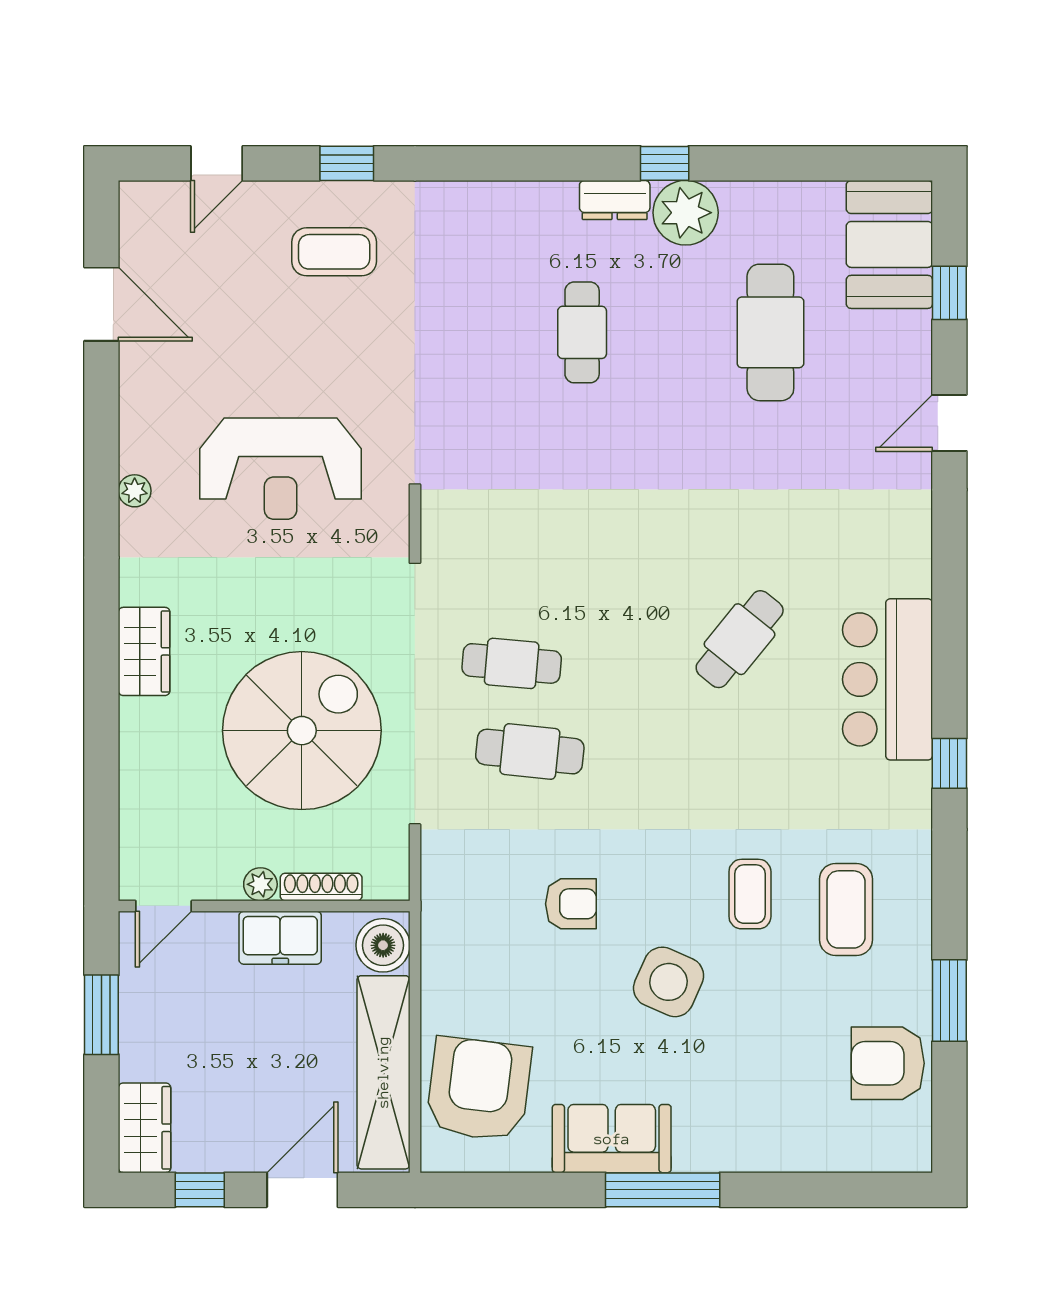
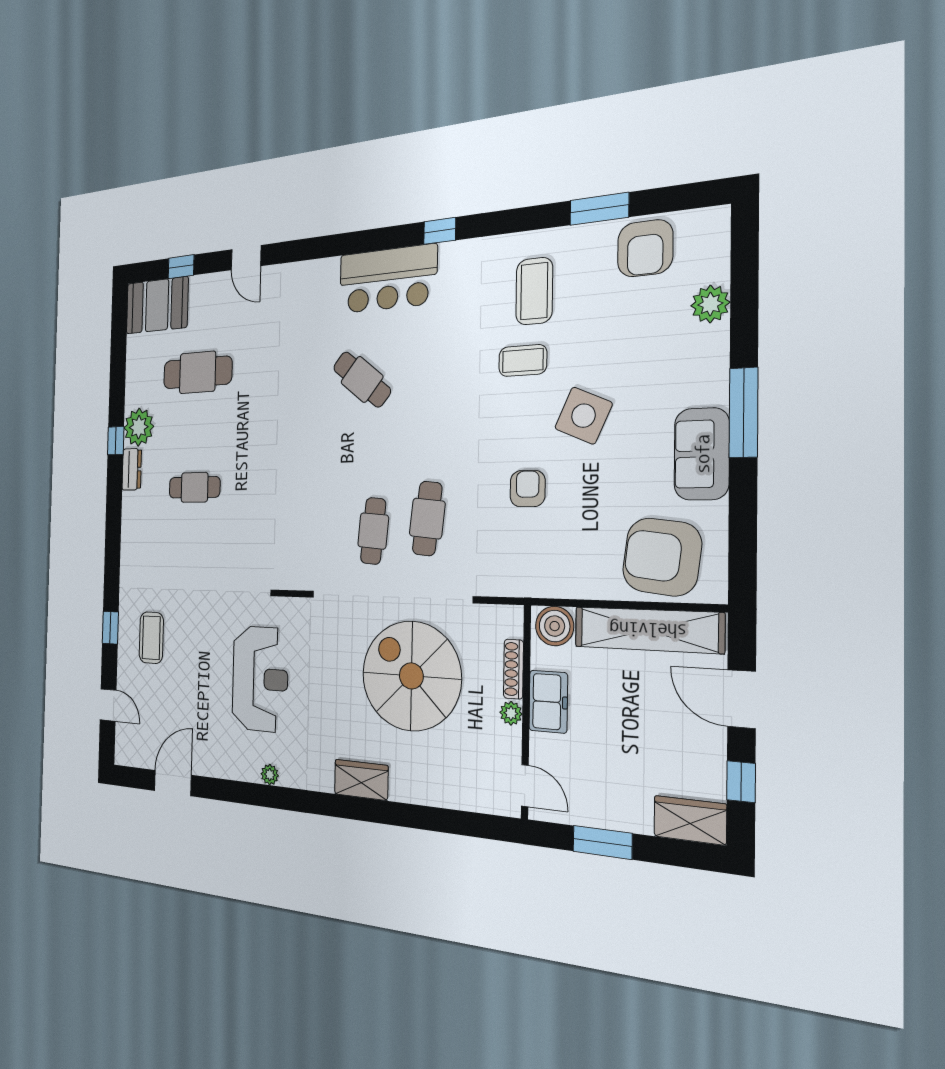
coffee table: (846, 909) -> (534, 291), turned 90
plant: (805, 1148) -> (710, 304), added

